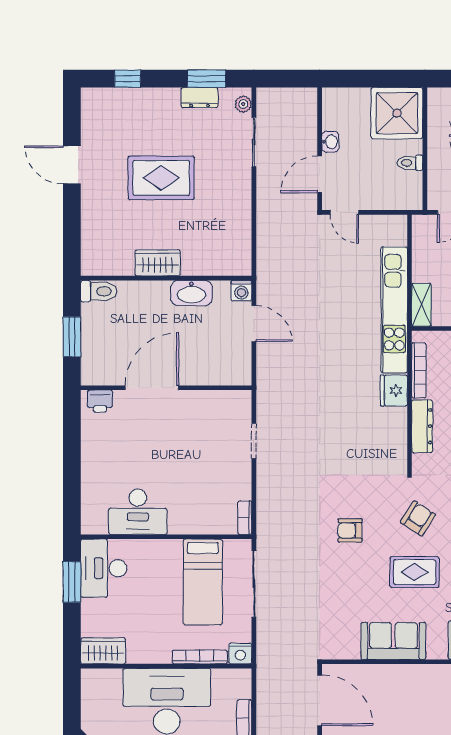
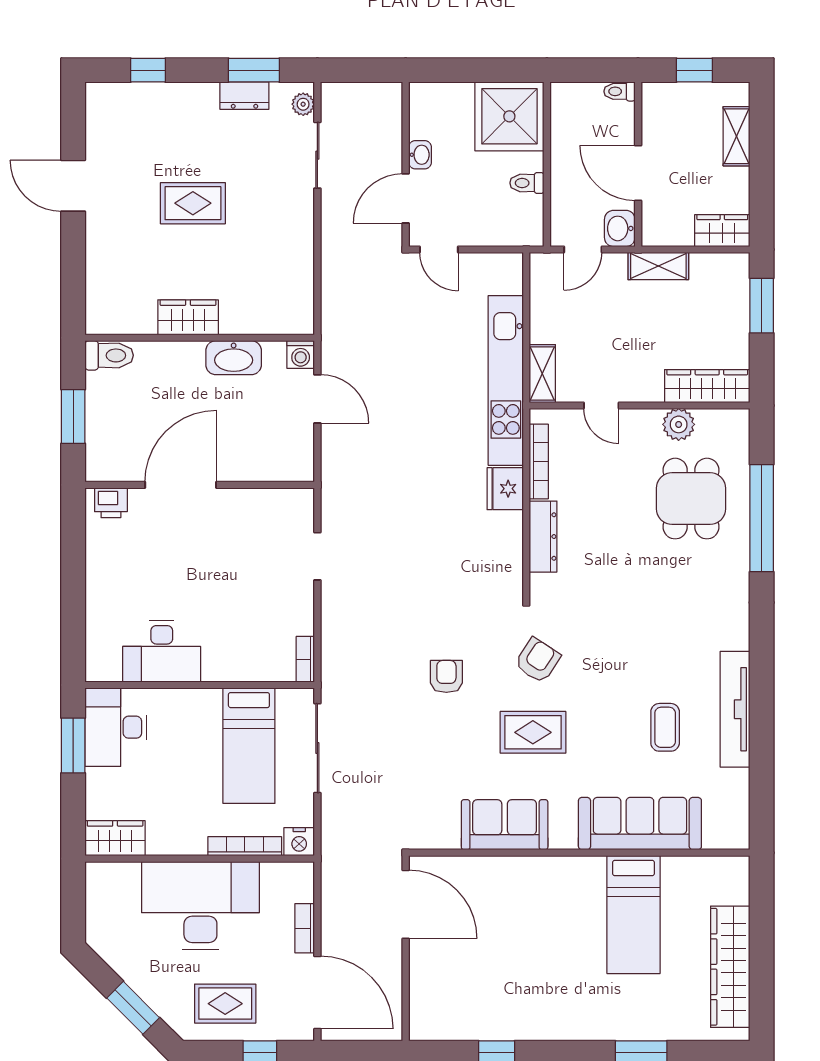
rug: (161, 178) -> (193, 203), width x0.73, depth x0.70
armchair: (350, 530) -> (446, 676), turned 90

